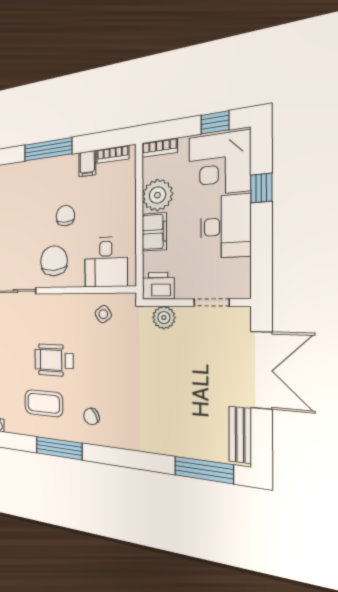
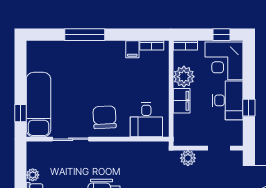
window: (48, 149) -> (85, 35), moved
window: (261, 188) -> (249, 108), moved
chair: (65, 216) -> (114, 85), removed
printer: (158, 286) -> (184, 137), removed
side table: (103, 314) -> (144, 156), removed

